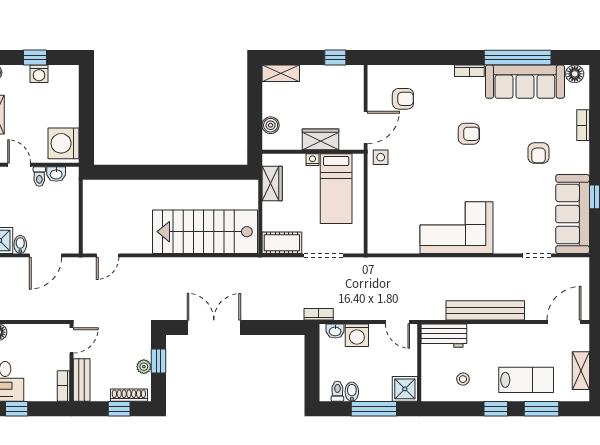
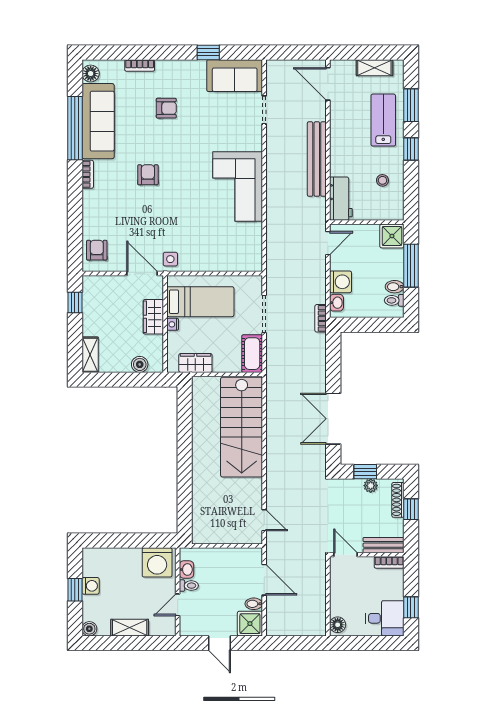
armchair: (403, 99) -> (97, 250), moved
sofa: (573, 214) -> (235, 76), width x0.73

